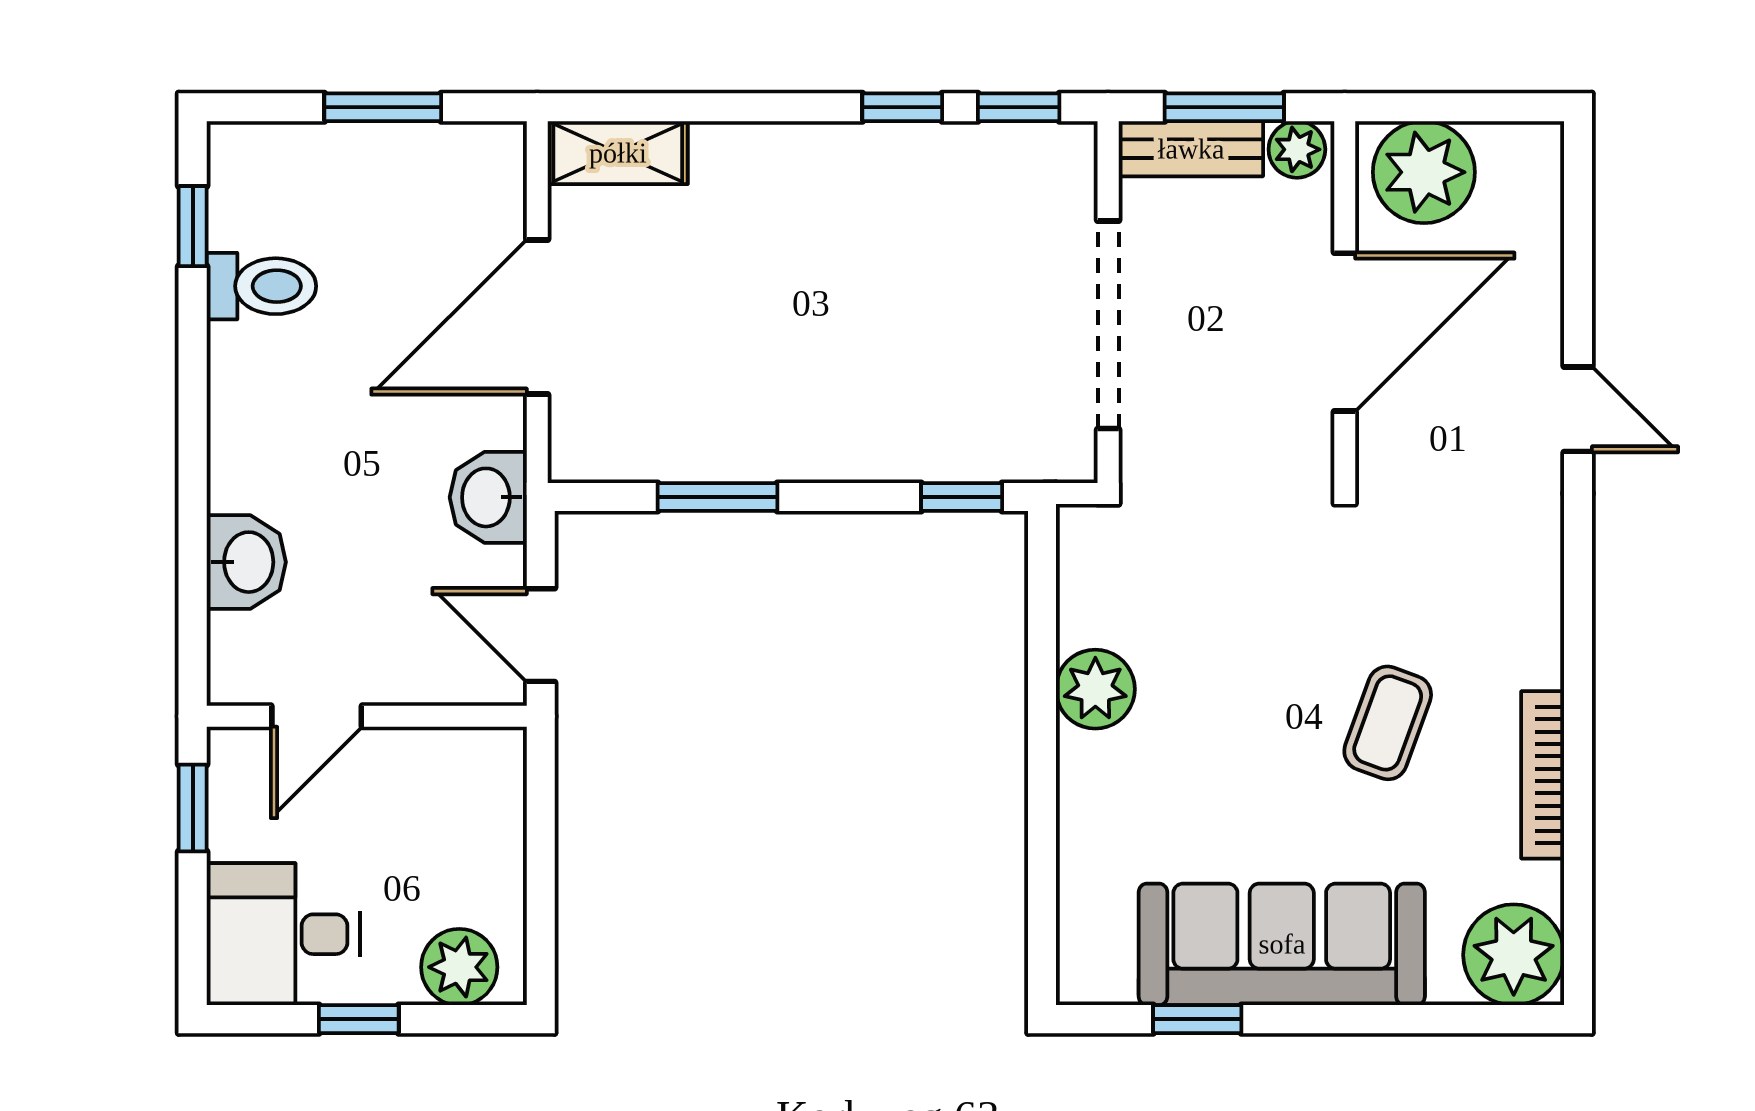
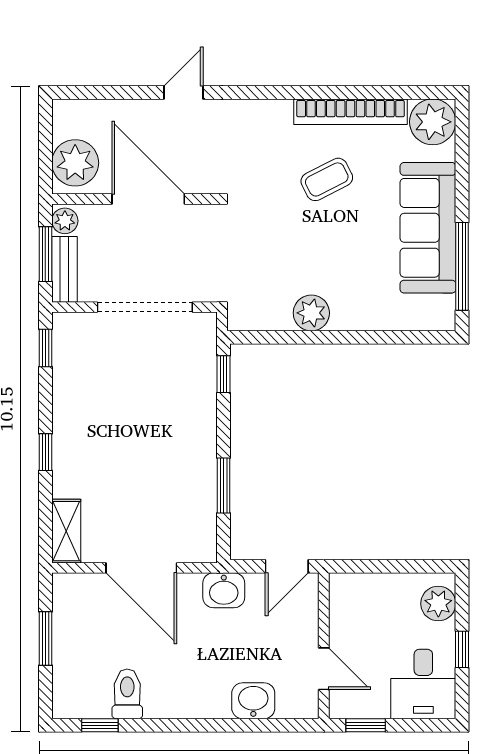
window: (902, 107) -> (45, 452), moved
coffee table: (1388, 723) -> (327, 179), turned -47
bookcase: (1543, 775) -> (351, 112), width x1.48, depth x1.31
window: (1197, 1019) -> (462, 266), width x2.17

